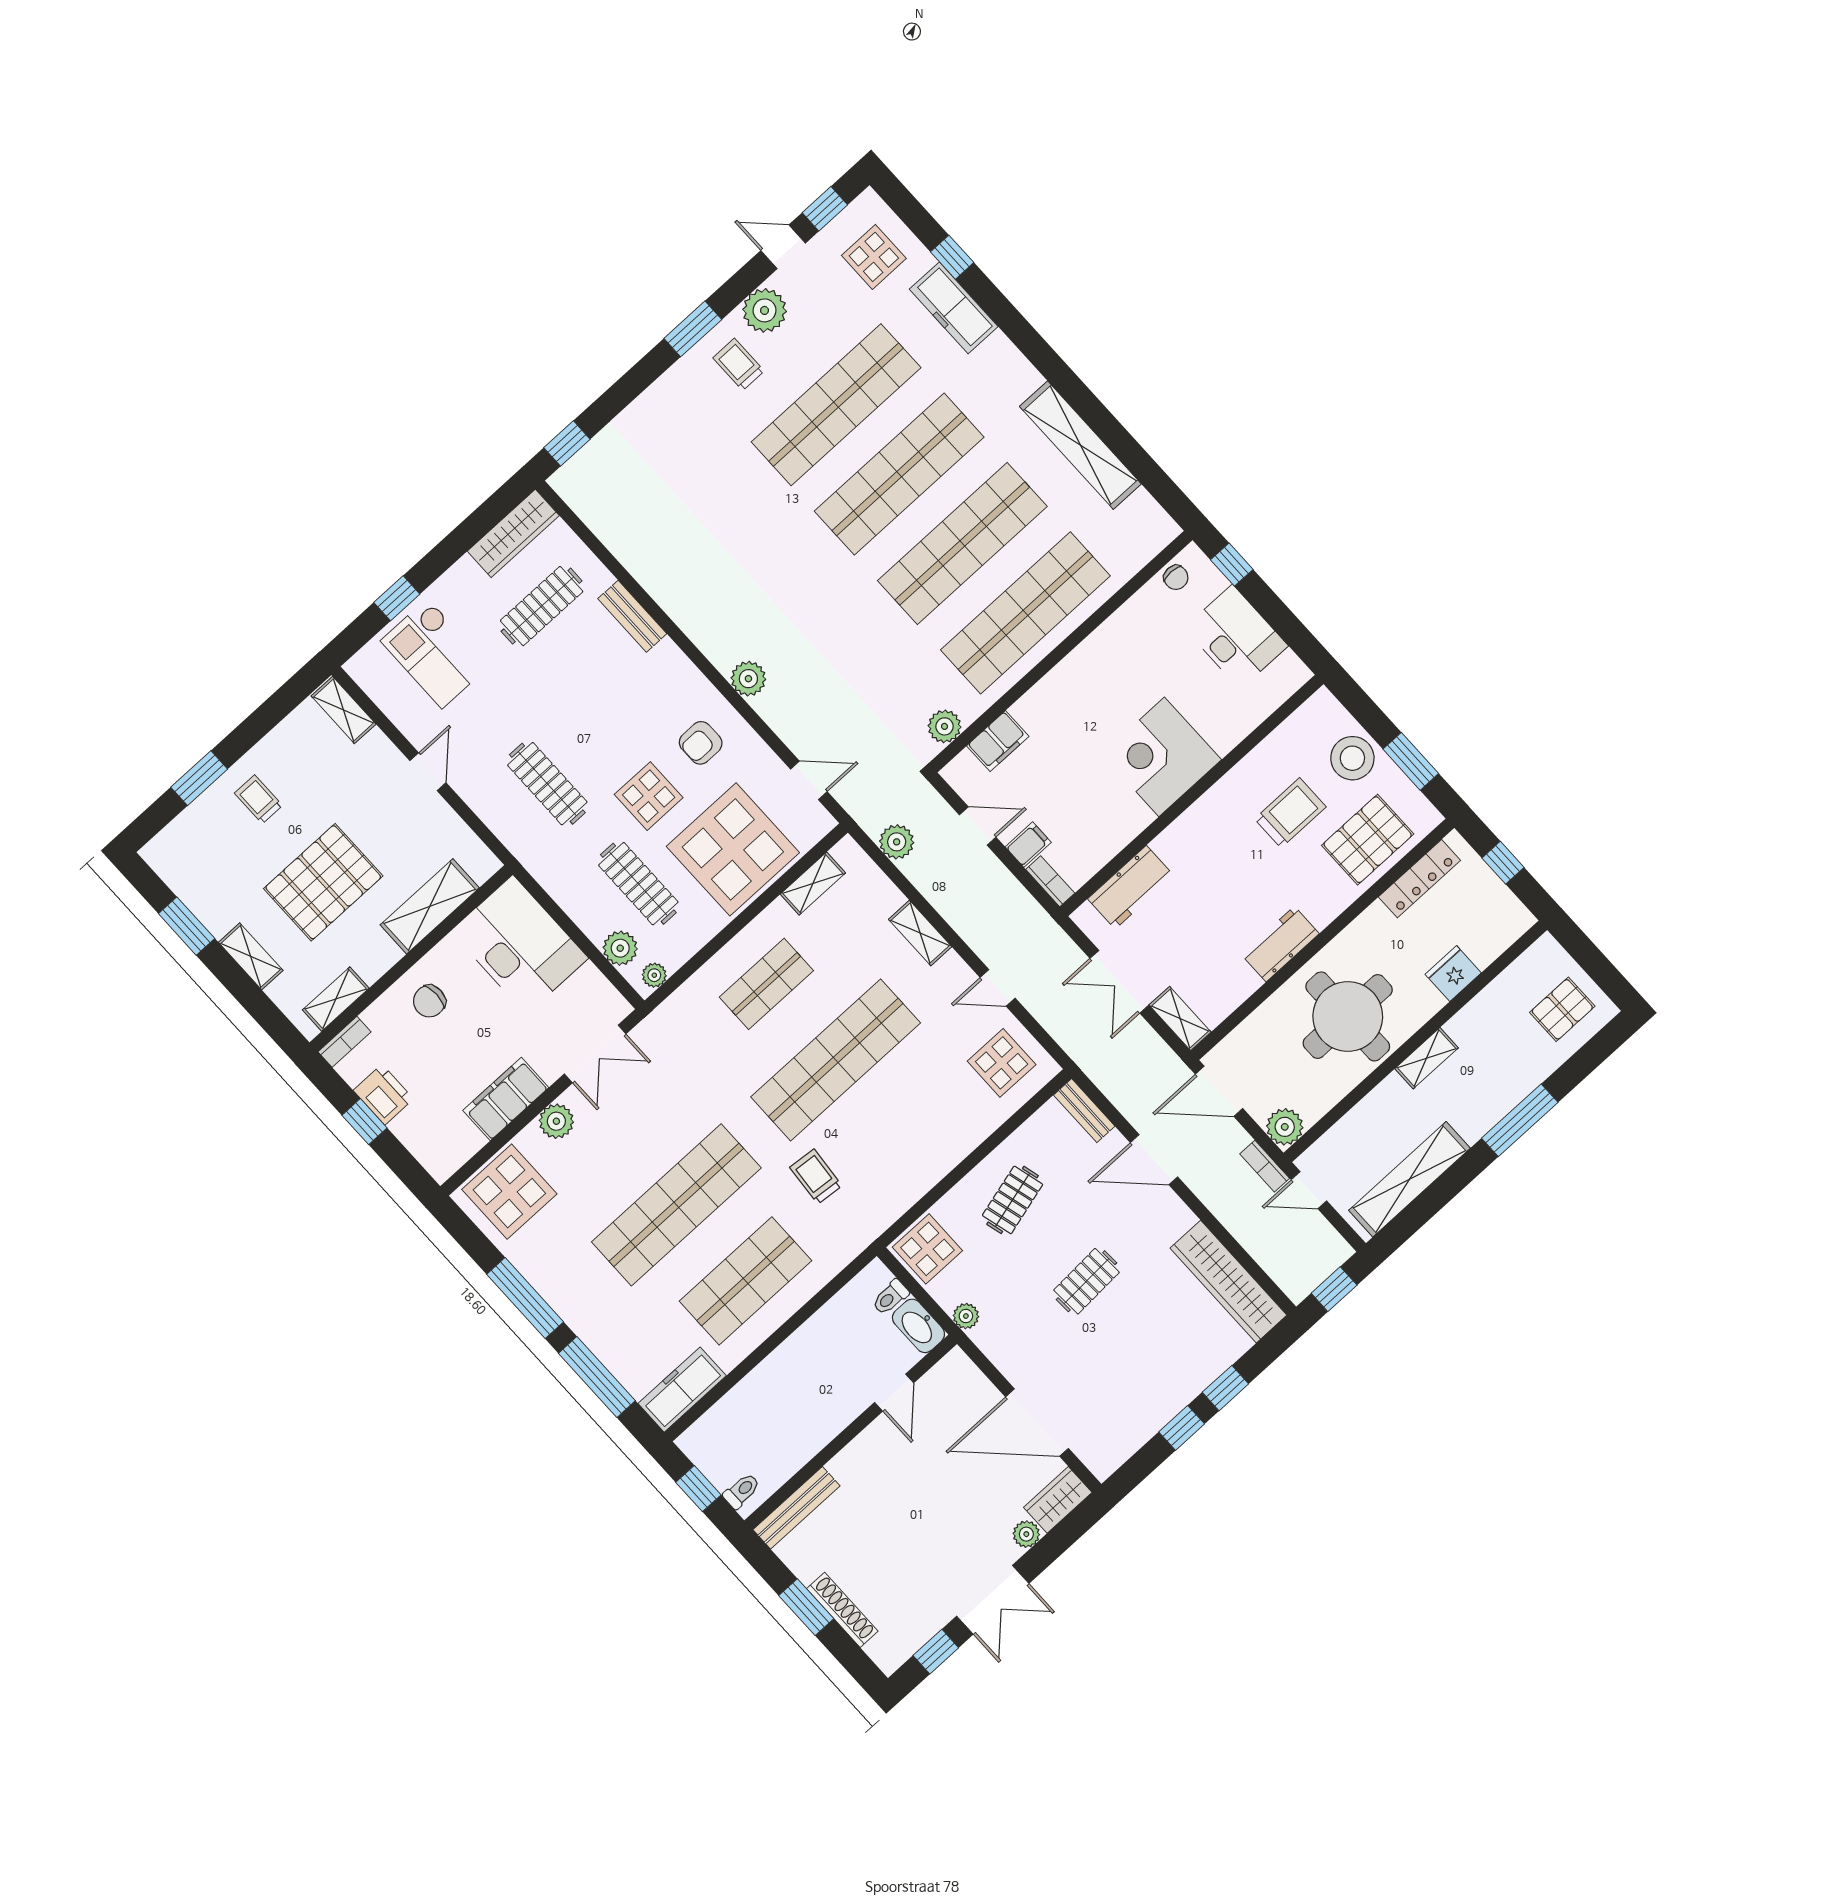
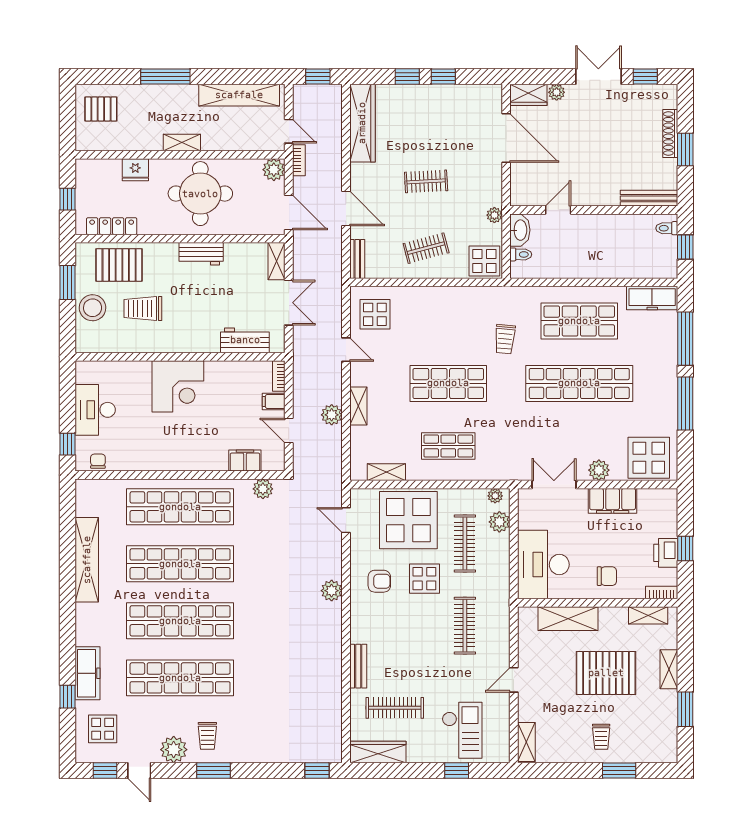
plant: (897, 842) -> (332, 415), moved
shop shelf: (836, 1060) -> (448, 383), width x0.71

